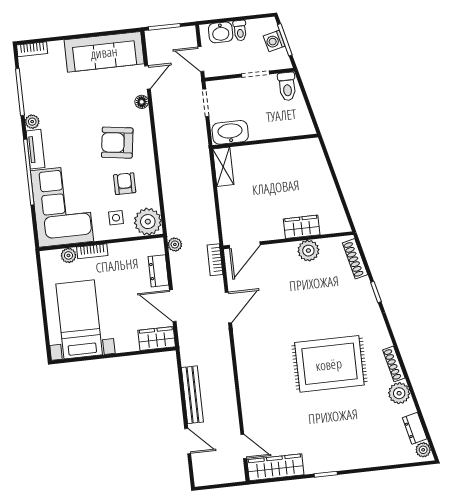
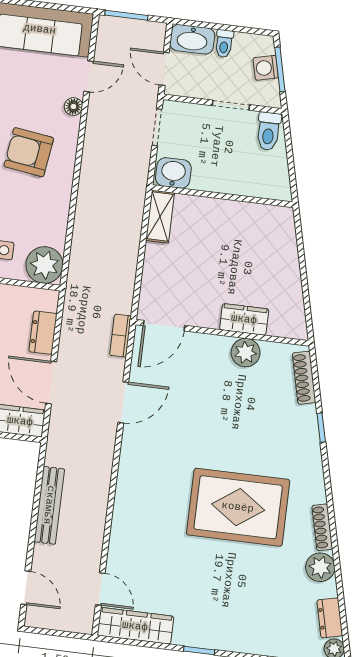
washbasin: (221, 32) -> (192, 39), width x1.38
washbasin: (230, 132) -> (173, 173), width x0.72
armchair: (125, 184) -> (26, 208), removed
plant: (175, 244) -> (73, 303), removed
door: (188, 441) -> (26, 588), moved

